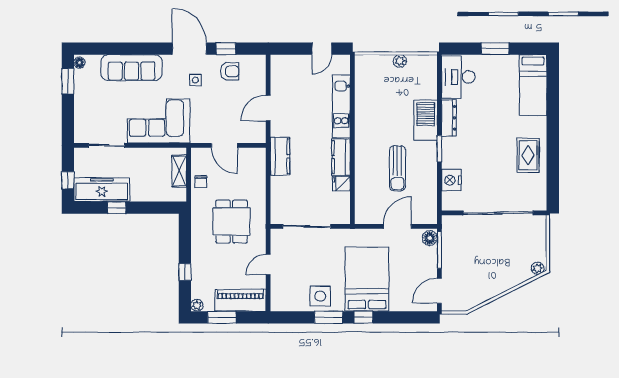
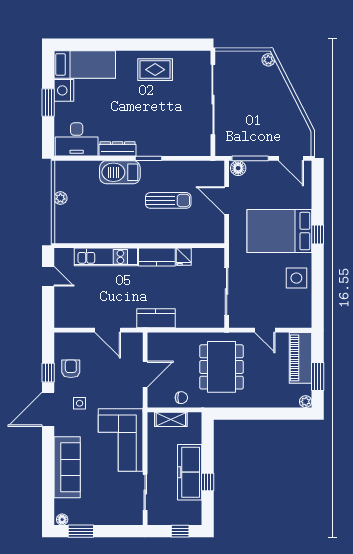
nightstand: (451, 180) -> (64, 90), moved, turned 90
freezer: (102, 190) -> (190, 472), moved
dining table: (231, 221) -> (222, 367), width x1.37
window: (185, 272) -> (272, 414), removed
window: (329, 317) -> (318, 270), removed

